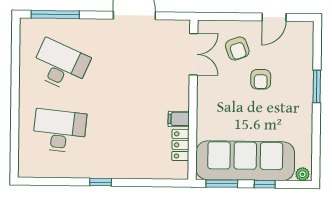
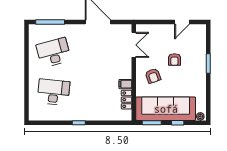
armchair: (237, 48) -> (153, 76), moved
desk: (60, 65) -> (54, 53), turned -39

